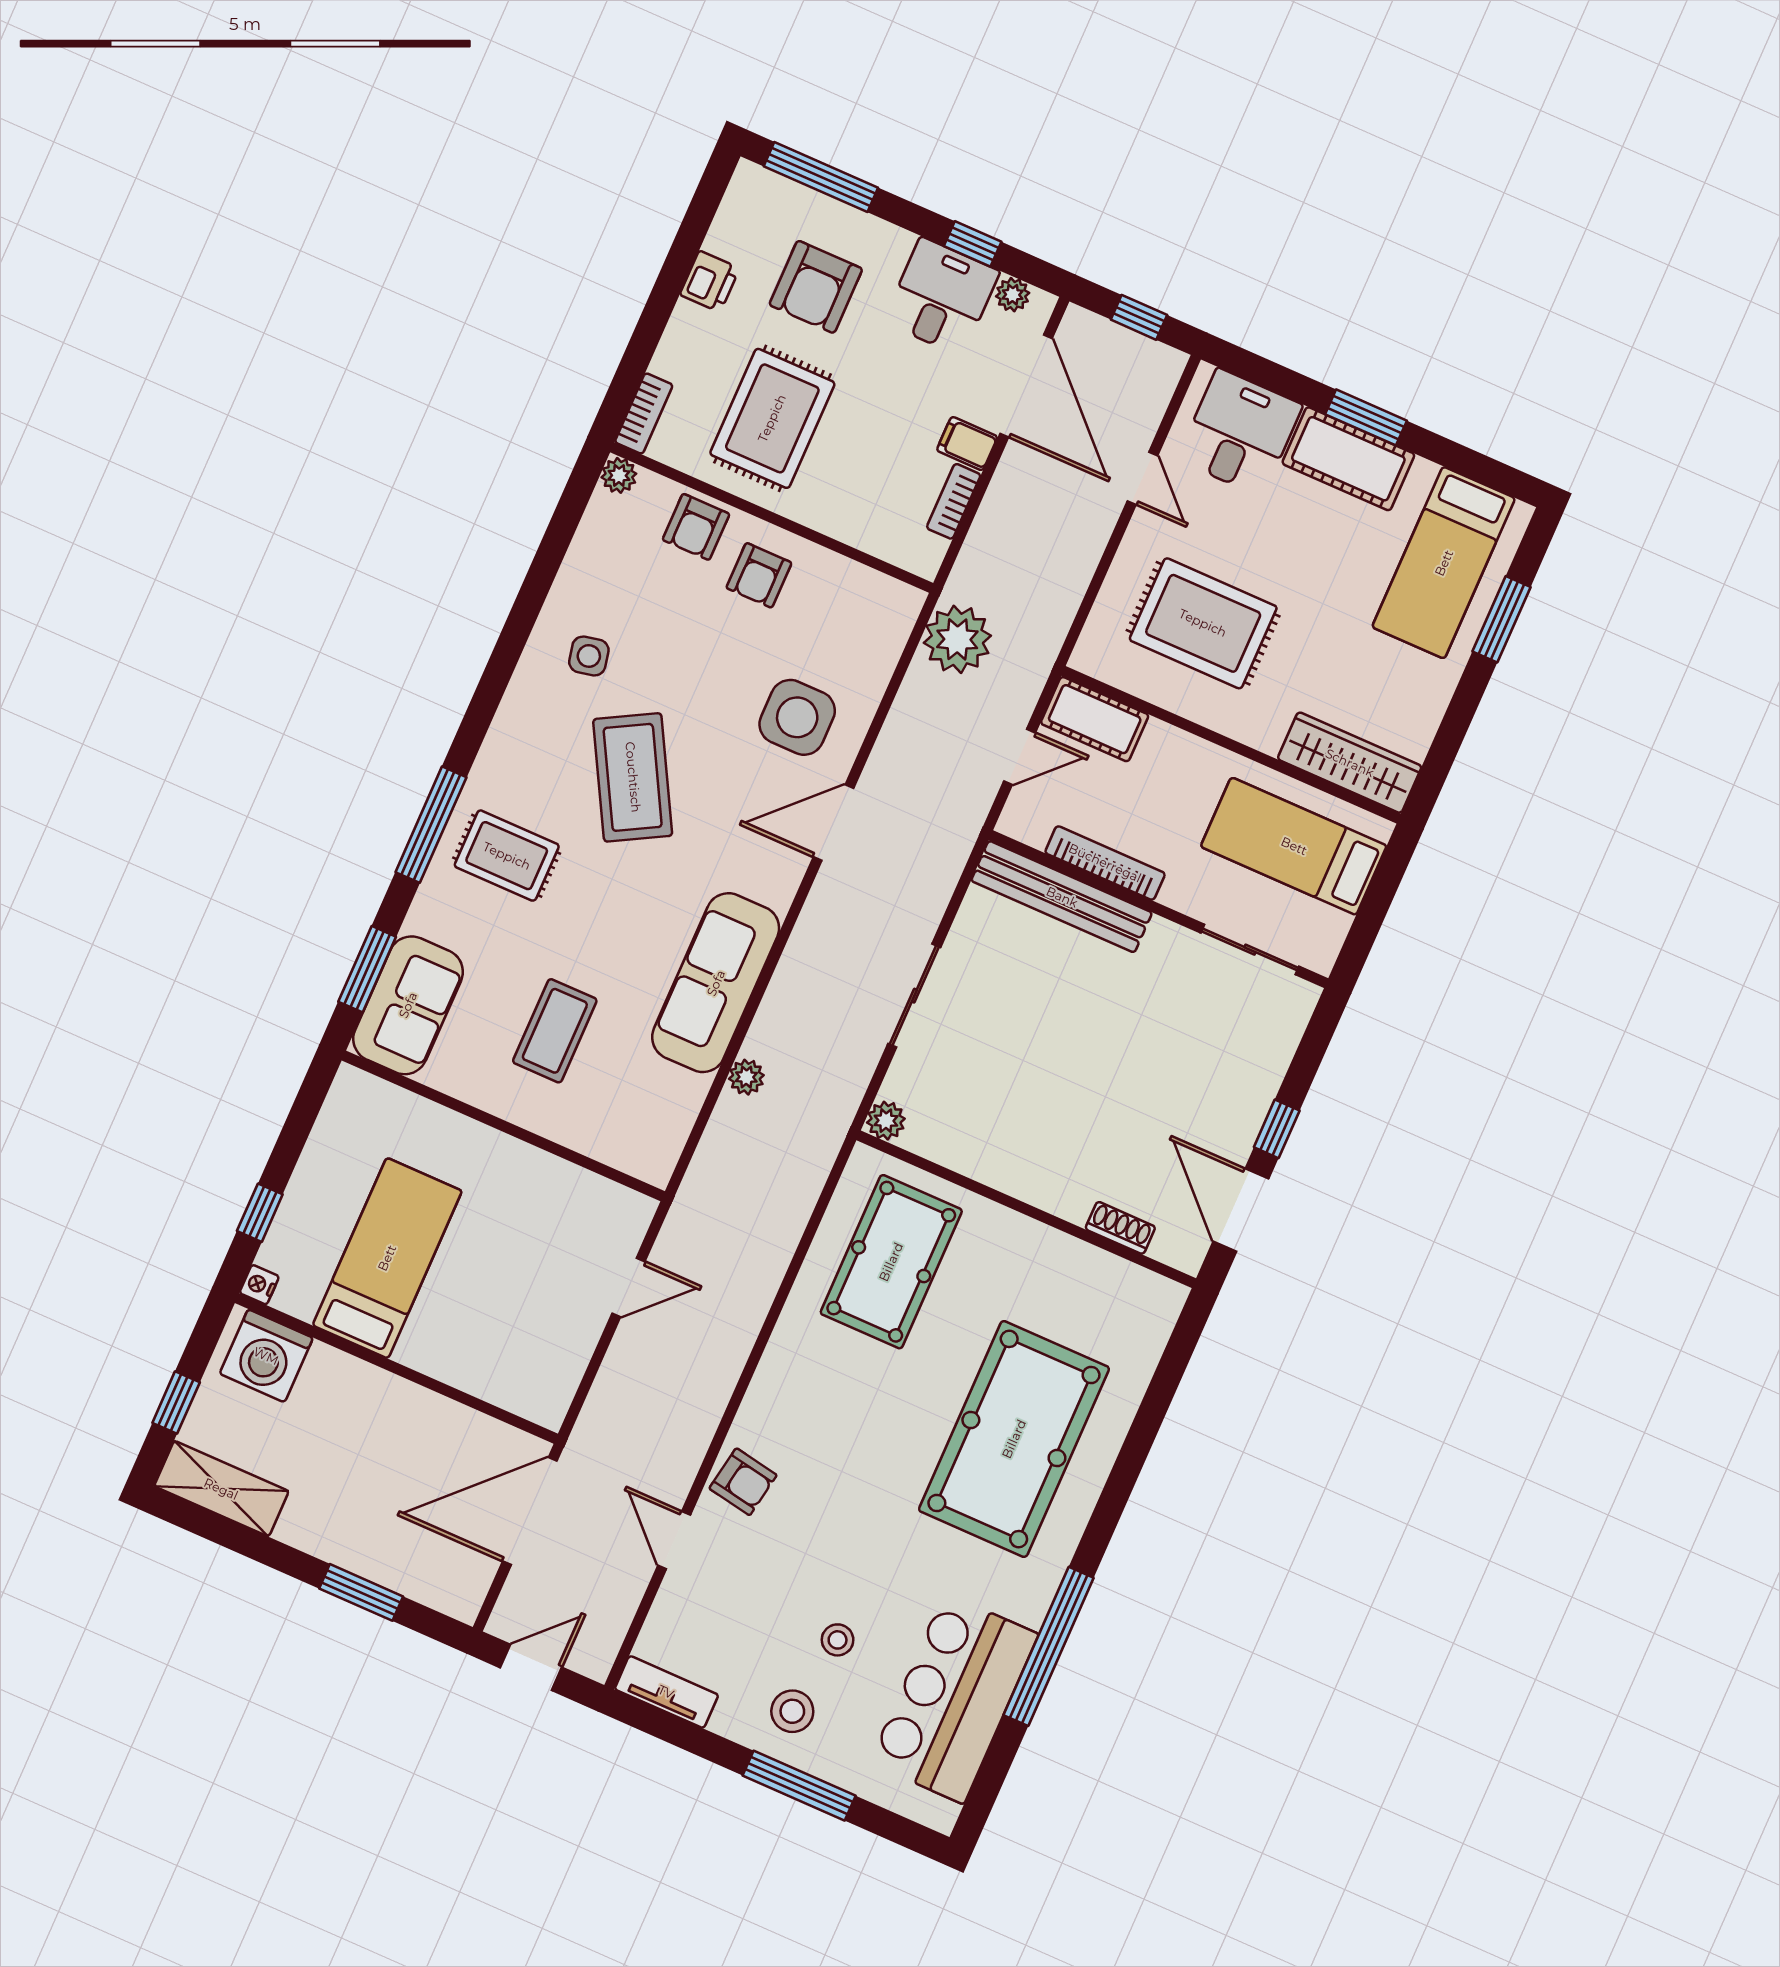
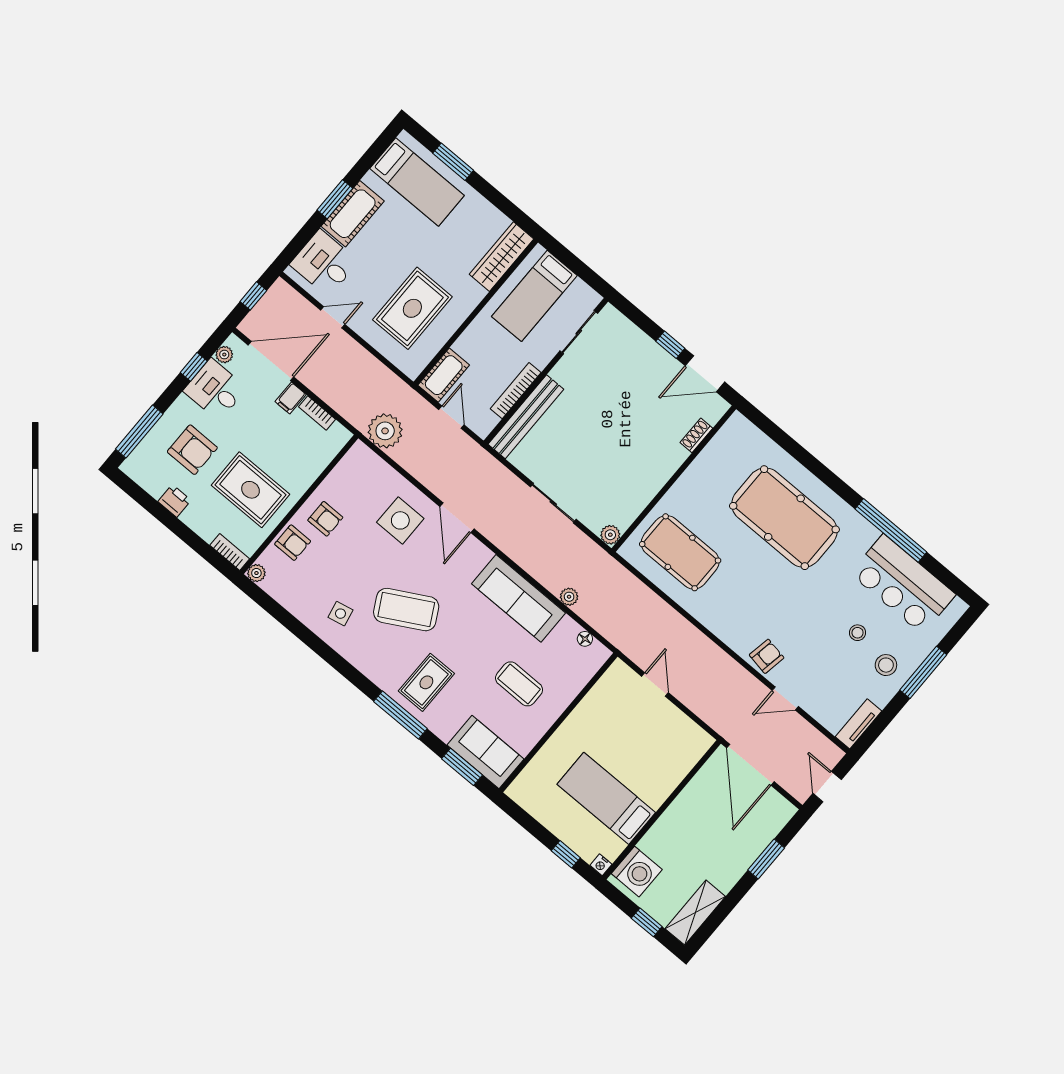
floor lamp: (676, 1130) -> (585, 639), added

